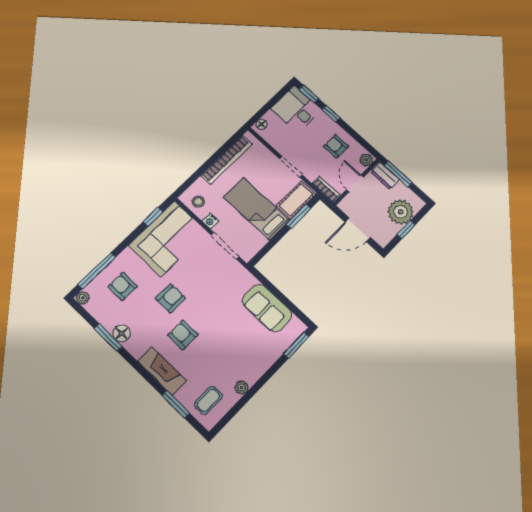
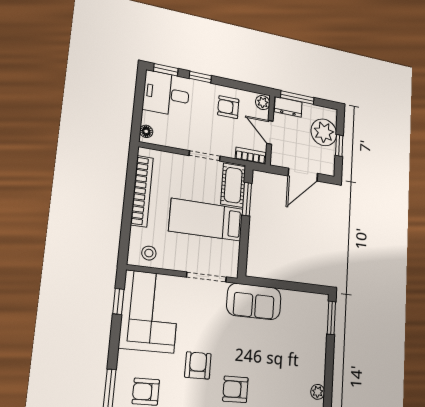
nightstand: (210, 221) -> (175, 264), removed
sofa: (267, 308) -> (254, 301), moved

